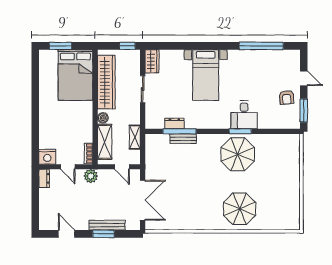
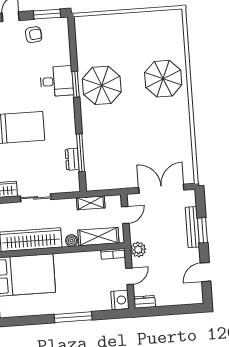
window: (35, 114) -> (73, 317), added
bench: (183, 139) -> (89, 148), removed

